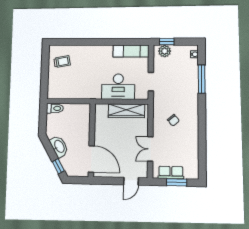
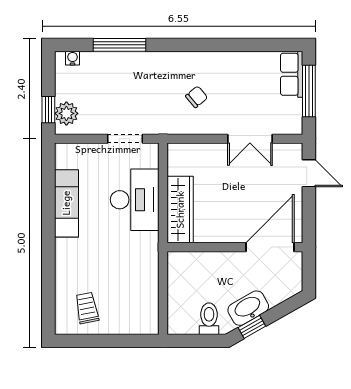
exam couch: (131, 51) -> (66, 203), moved
toilet: (55, 108) -> (209, 319), moved
wardrobe: (126, 111) -> (180, 210), moved
window: (58, 166) -> (252, 327), moved
row of seats: (171, 173) -> (292, 74), moved
window: (177, 182) -> (309, 91), width x1.44

